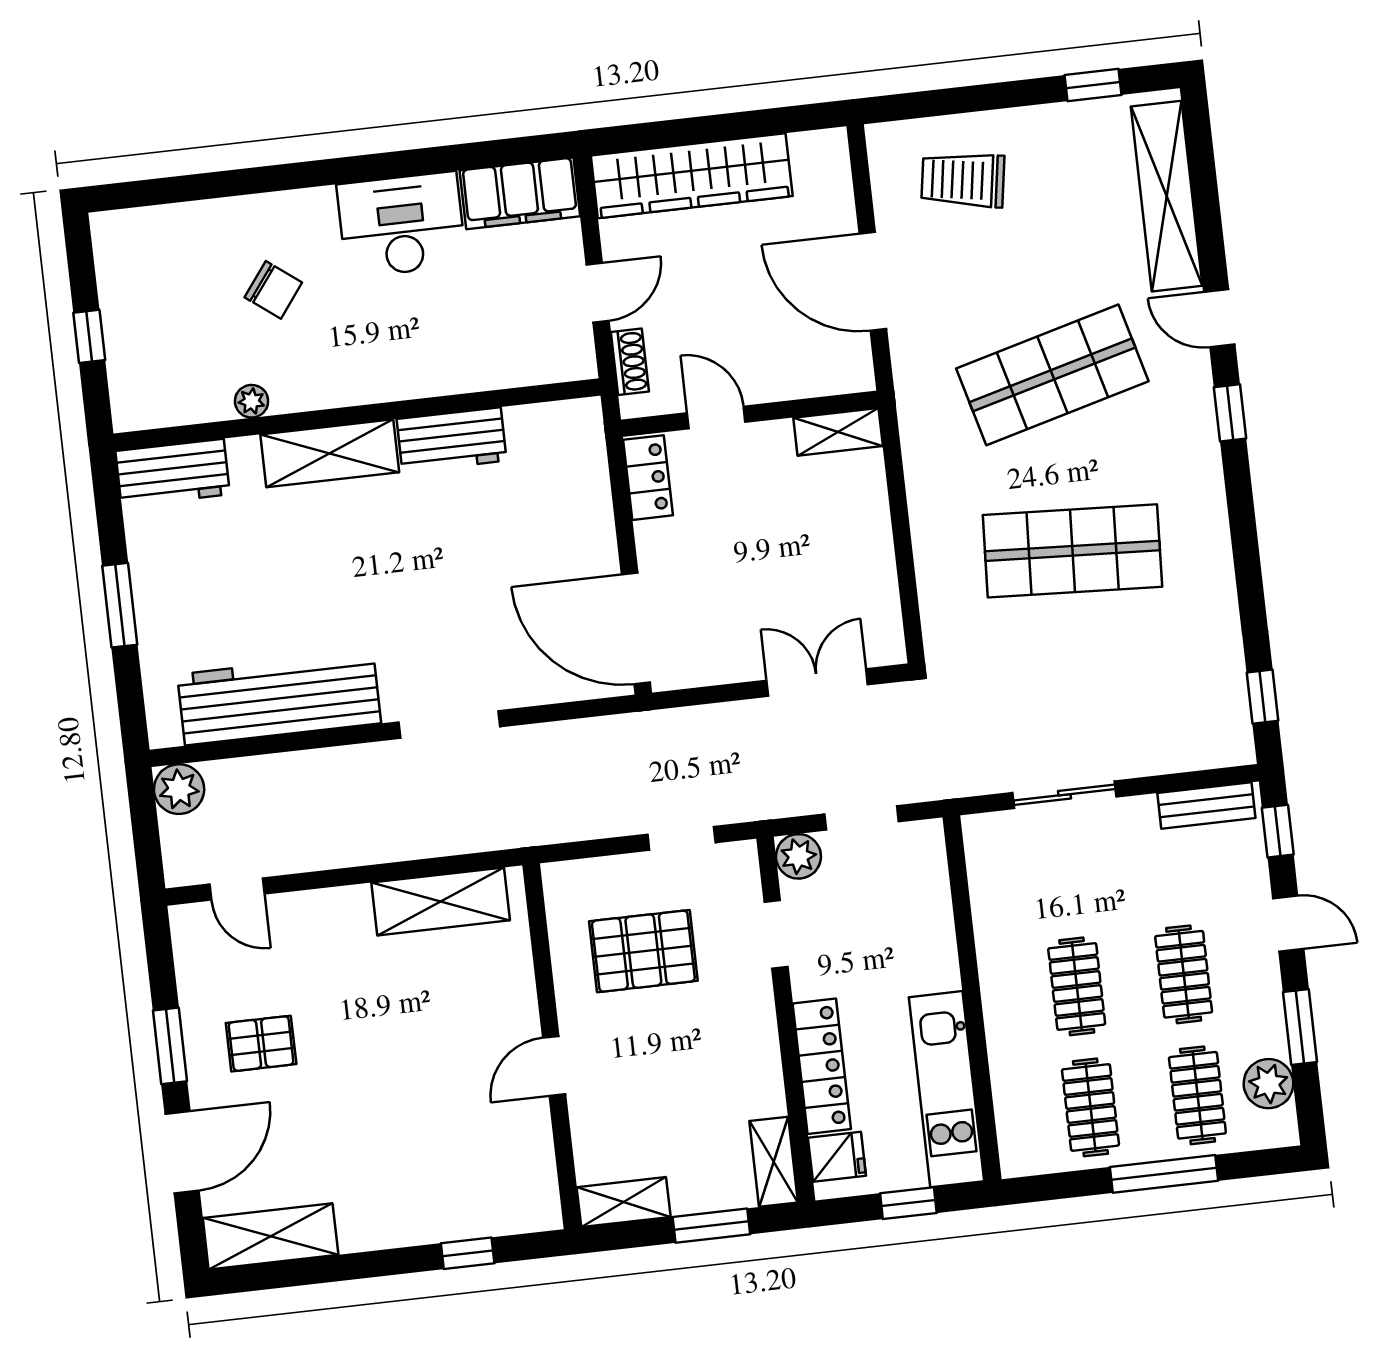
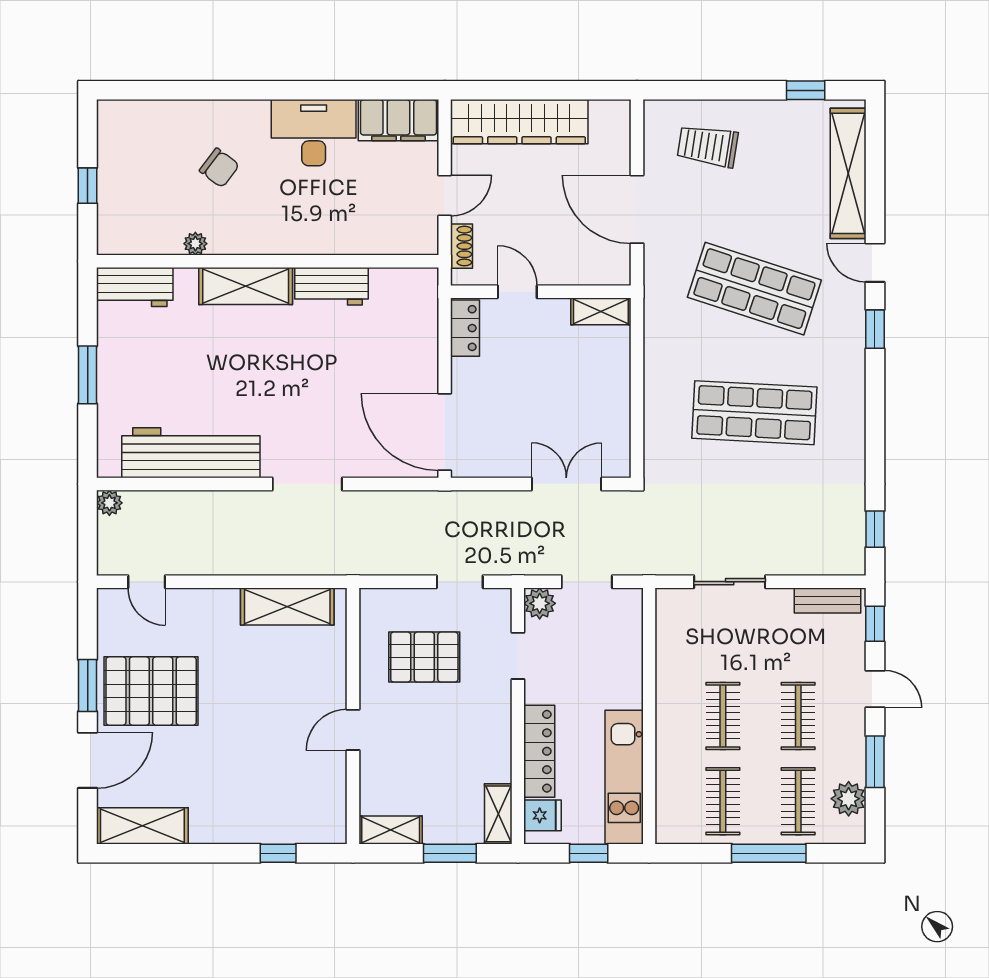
shop shelf: (1052, 375) -> (754, 289), turned 33
plant: (179, 789) -> (109, 503), width x0.73, depth x0.73
pallet: (261, 1044) -> (151, 691), width x2.05, depth x2.00

